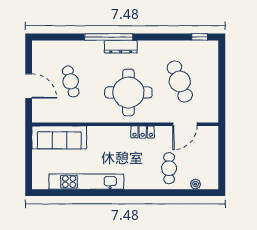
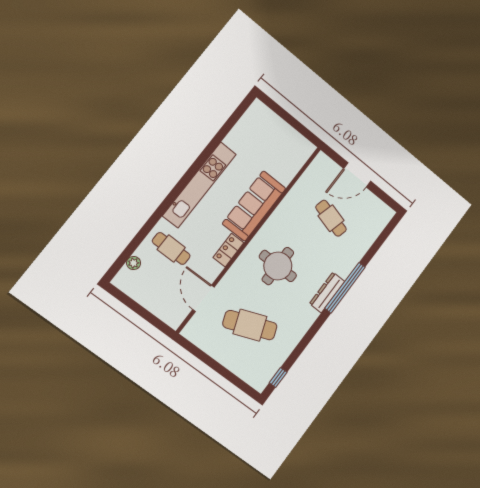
cafe table: (71, 81) -> (331, 218), turned 30
round table: (128, 92) -> (278, 266), width x0.73, depth x0.73
sofa: (59, 137) -> (254, 206), moved
kitchen unit: (86, 182) -> (199, 185), moved

